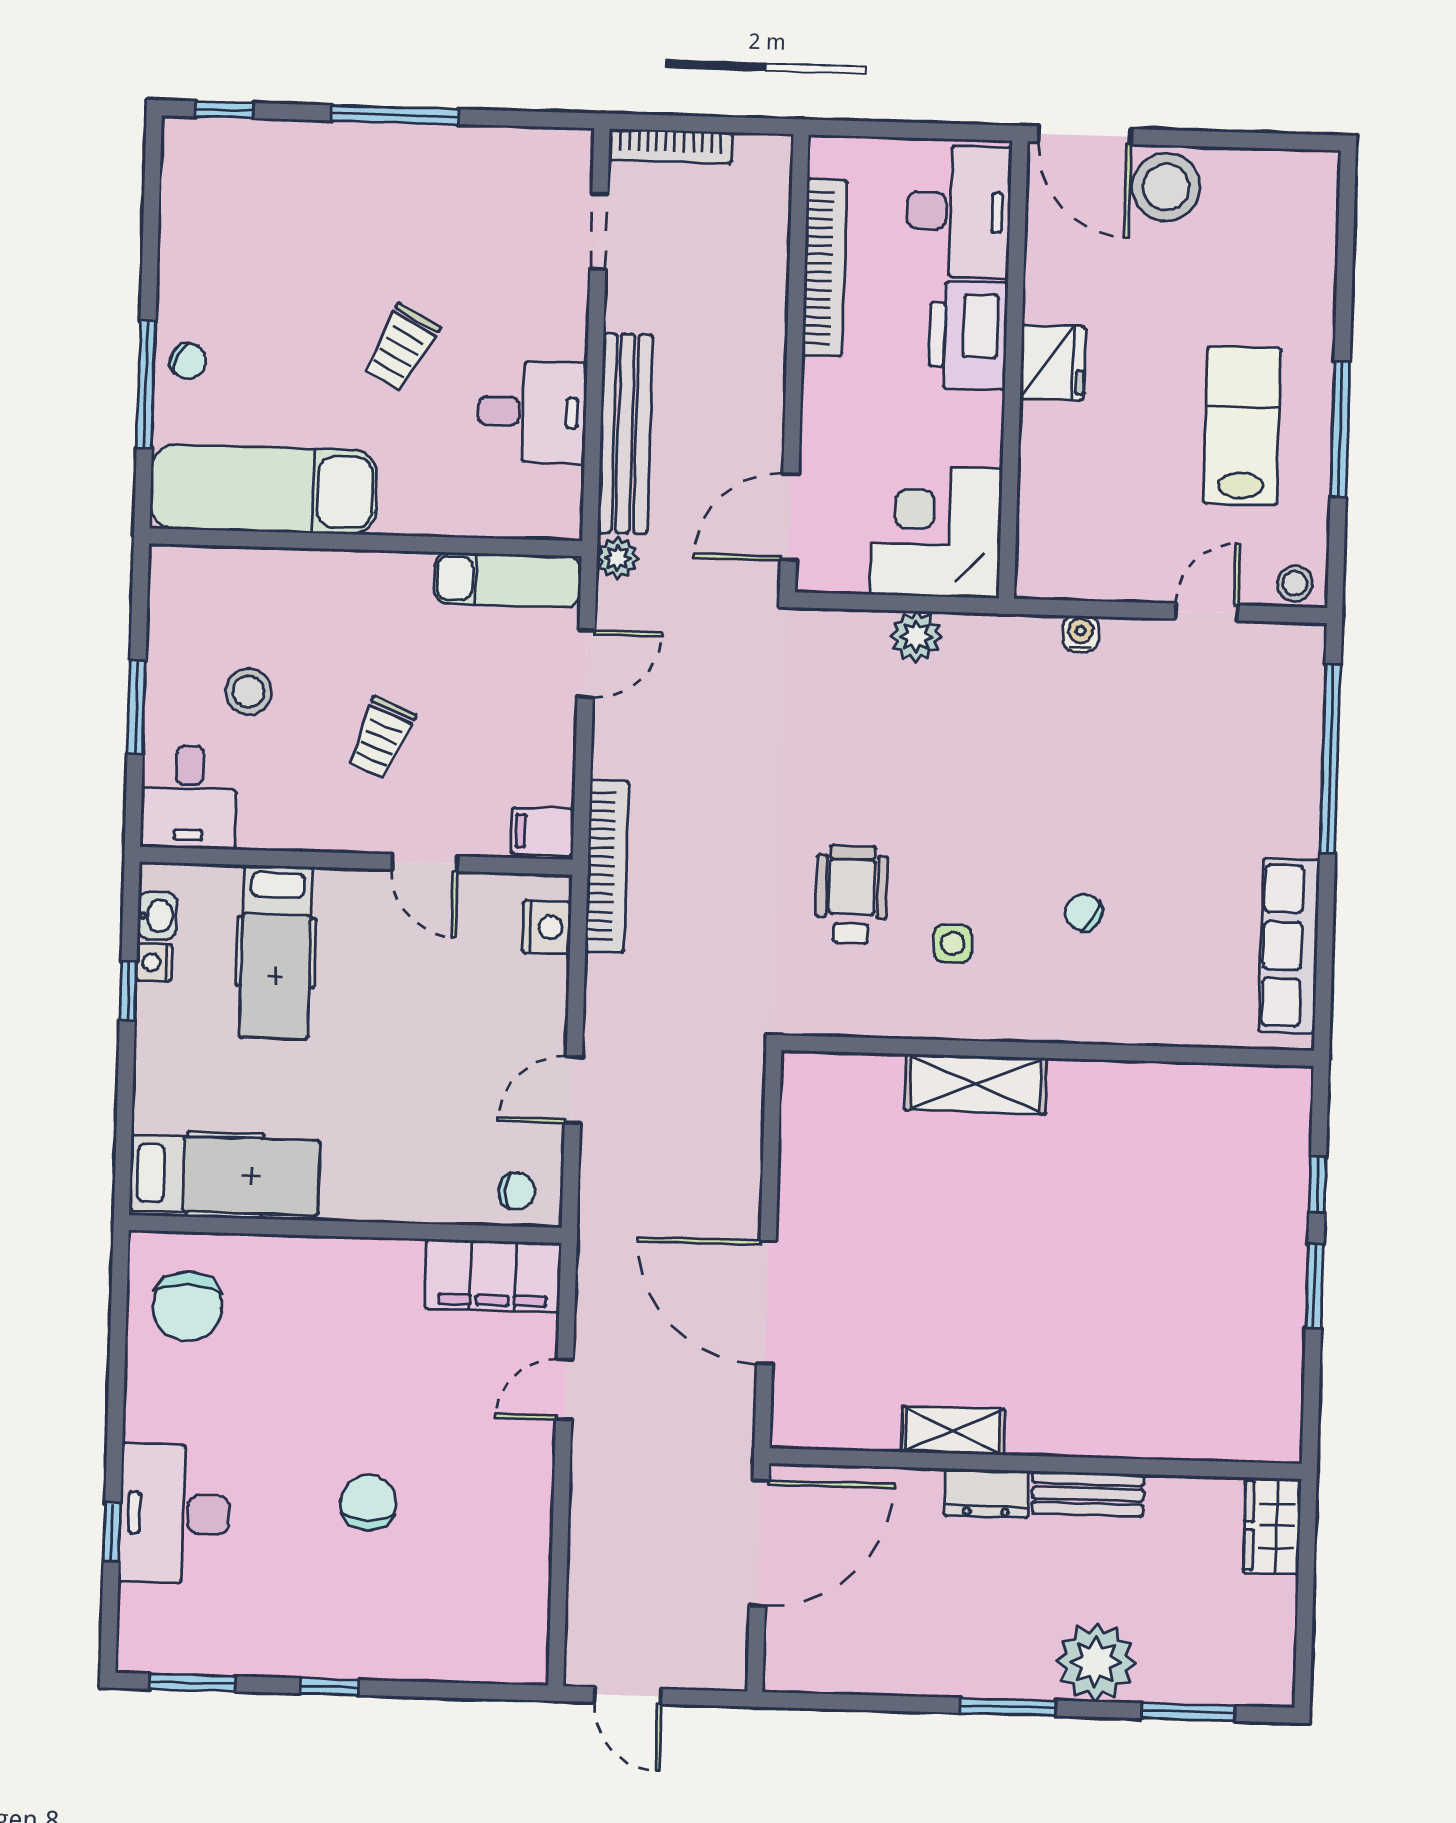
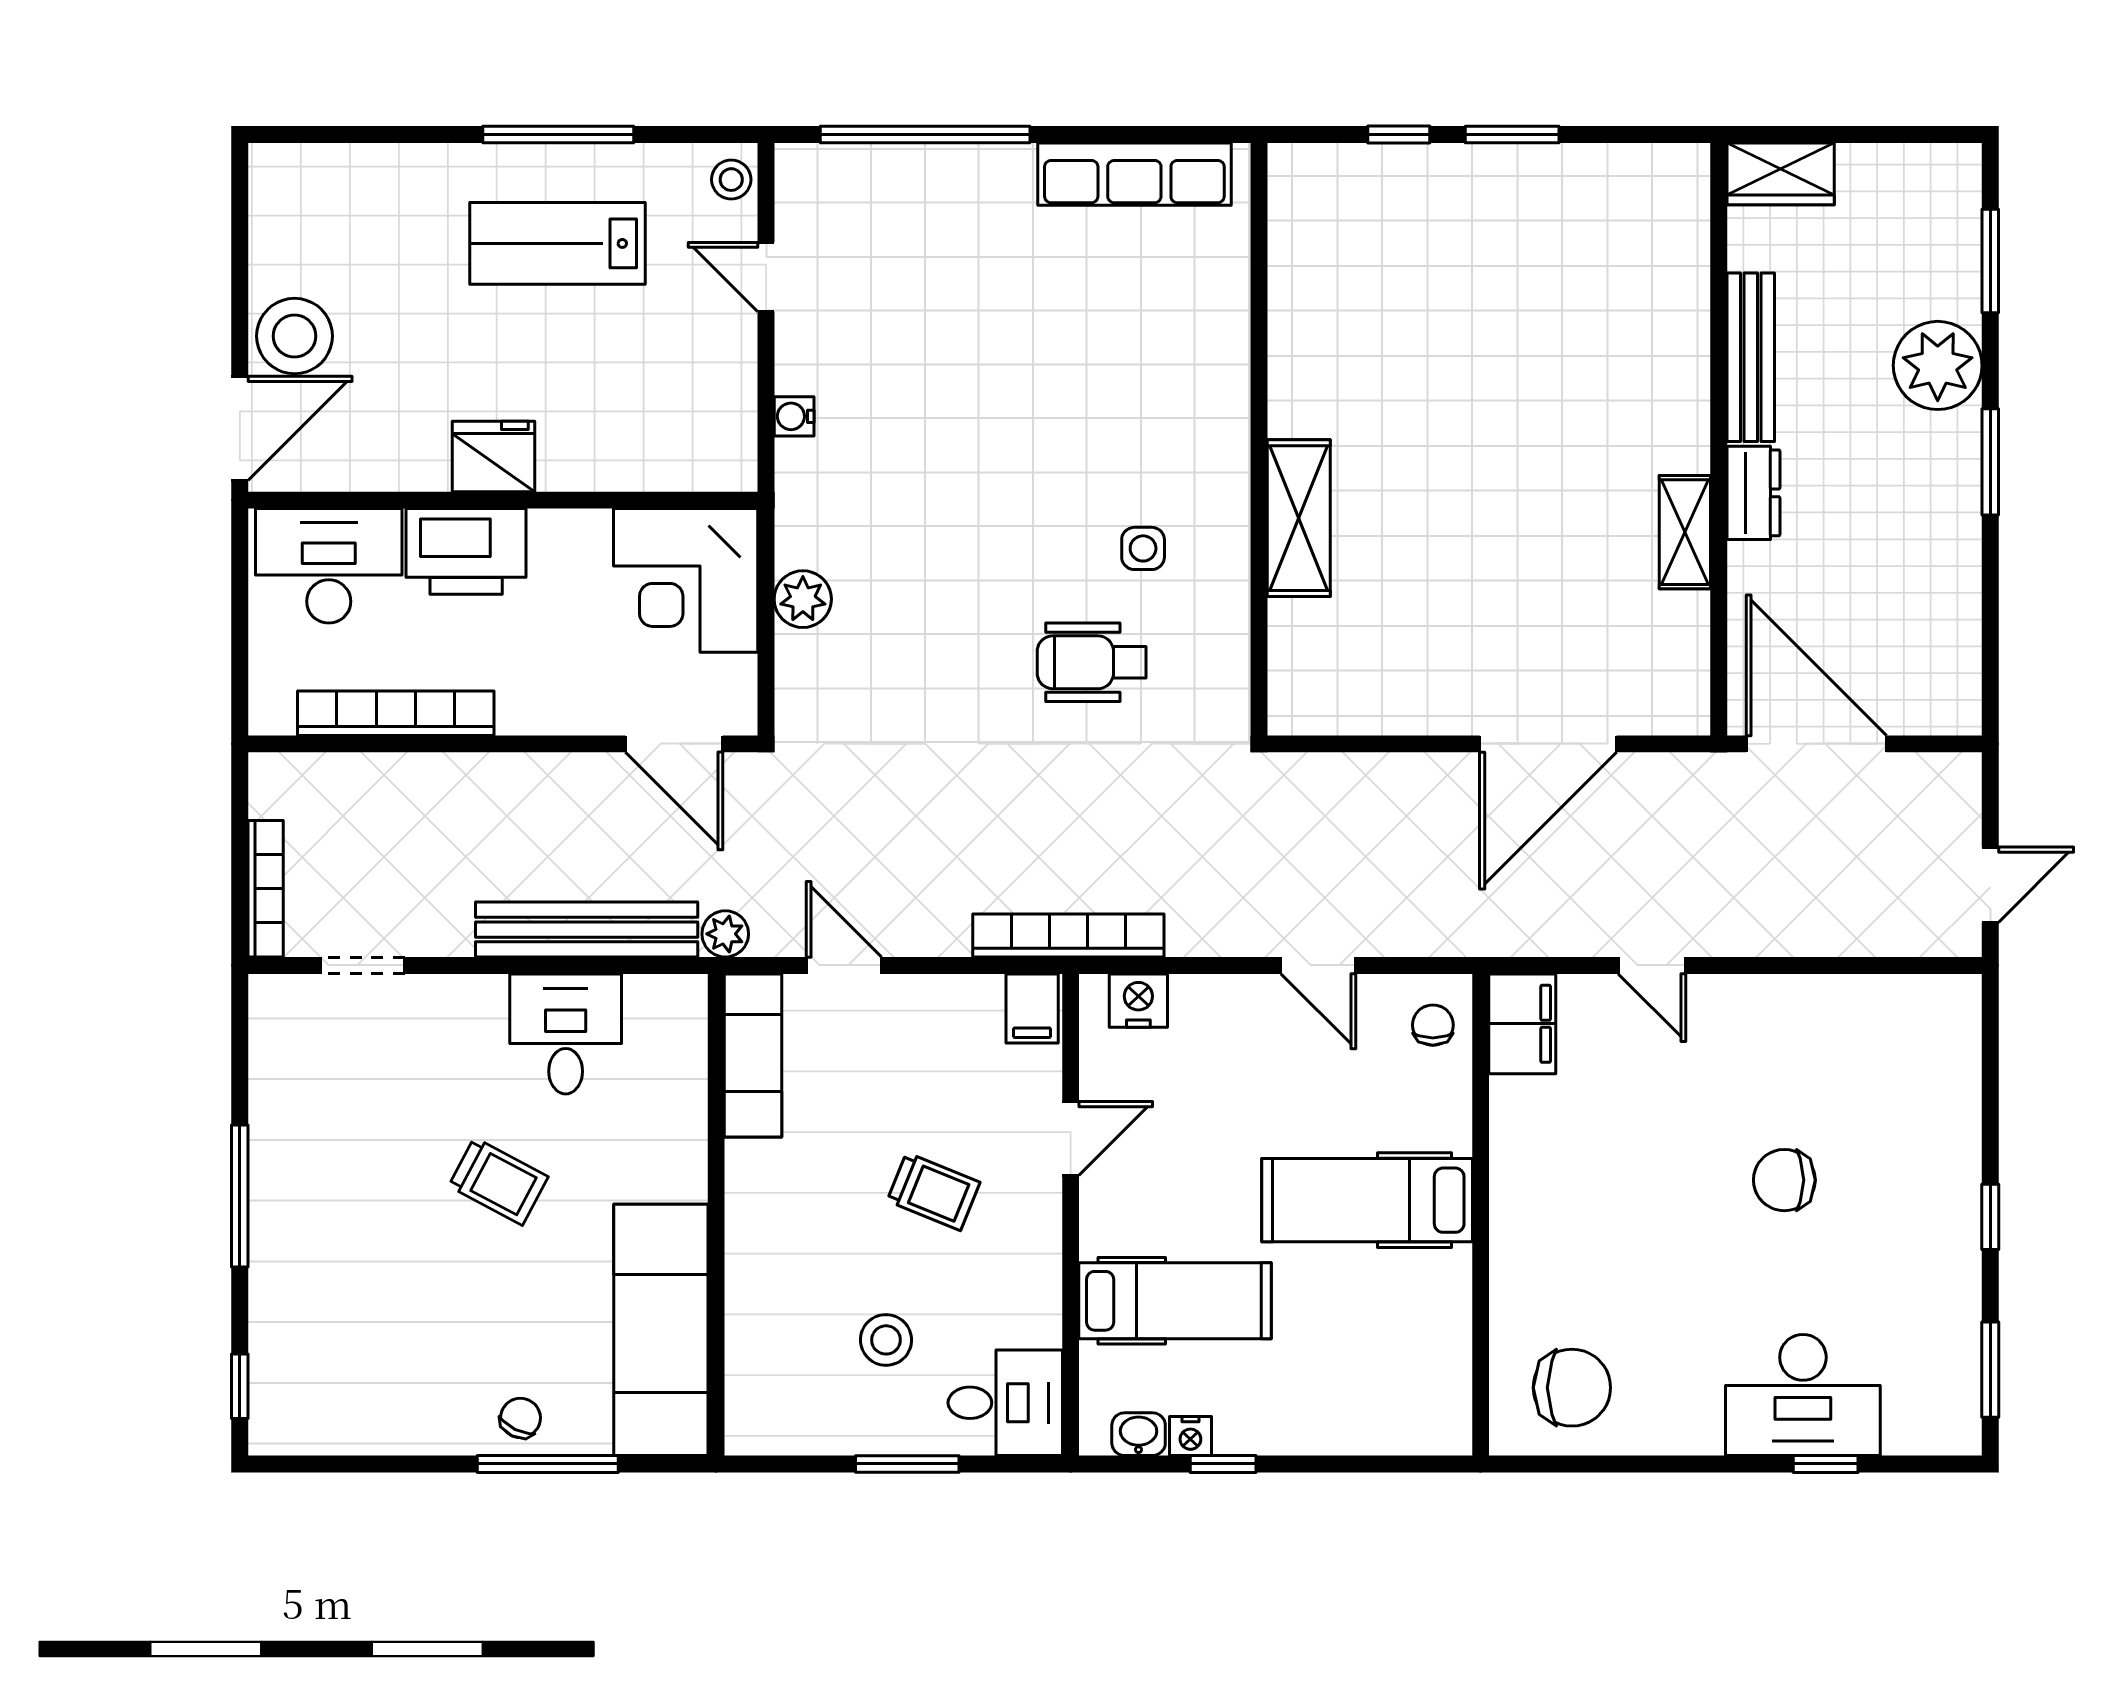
chair: (1084, 912) -> (1104, 404), removed
hospital bed: (225, 1175) -> (1367, 1200), moved, turned -90
filing cabinet: (493, 1276) -> (1522, 1024), width x0.67, depth x0.86
bench: (1088, 1494) -> (1751, 357), width x1.36

